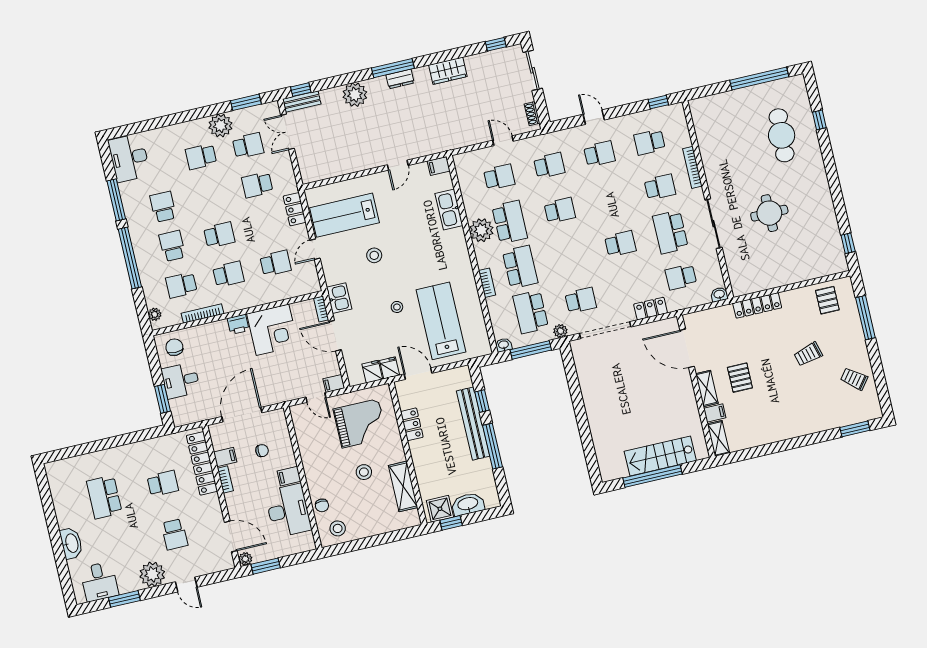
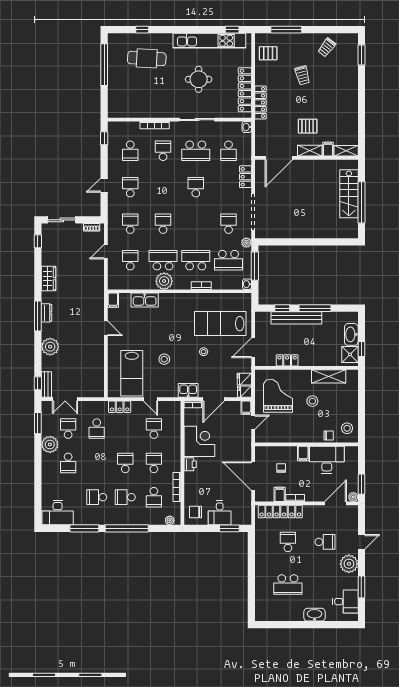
kitchen unit: (826, 216) -> (209, 41), added
locker: (770, 280) -> (245, 90), added
fridge: (390, 368) -> (245, 392), moved

